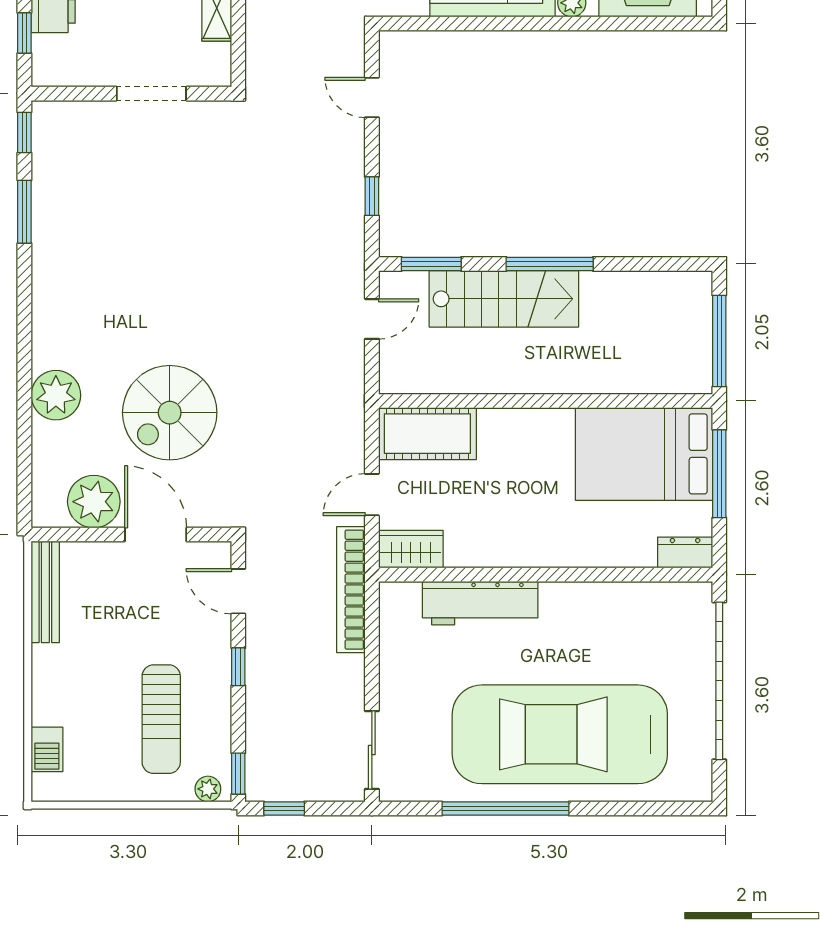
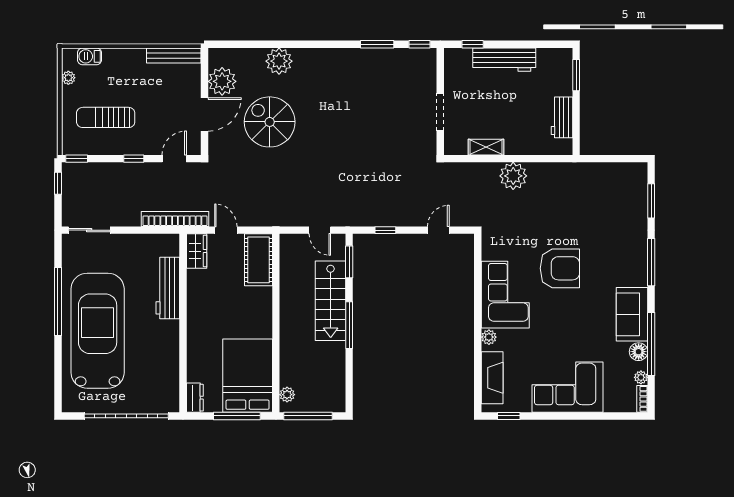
plant: (679, 380) -> (287, 395), added
plant: (208, 789) -> (68, 78), moved

